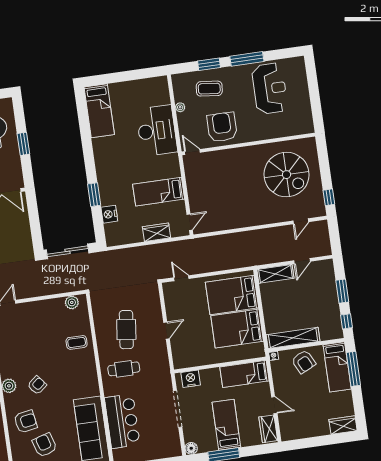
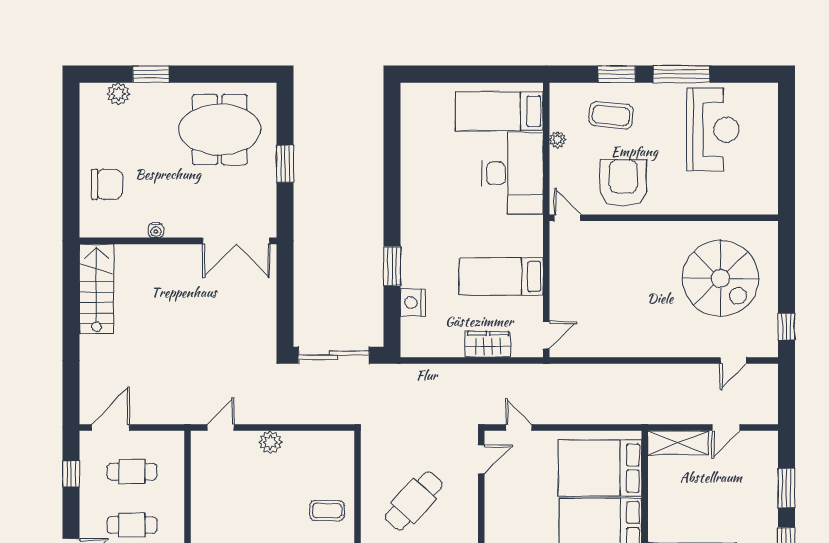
bed: (99, 111) -> (499, 111), moved, turned 90
plant: (72, 302) -> (270, 442), moved
cafe table: (126, 330) -> (414, 501), turned 36
door: (167, 331) -> (481, 459), moved

